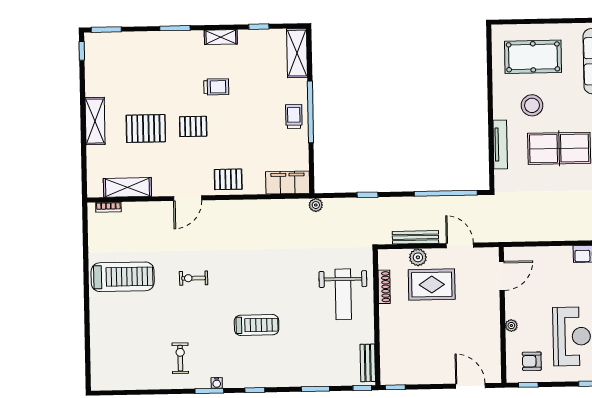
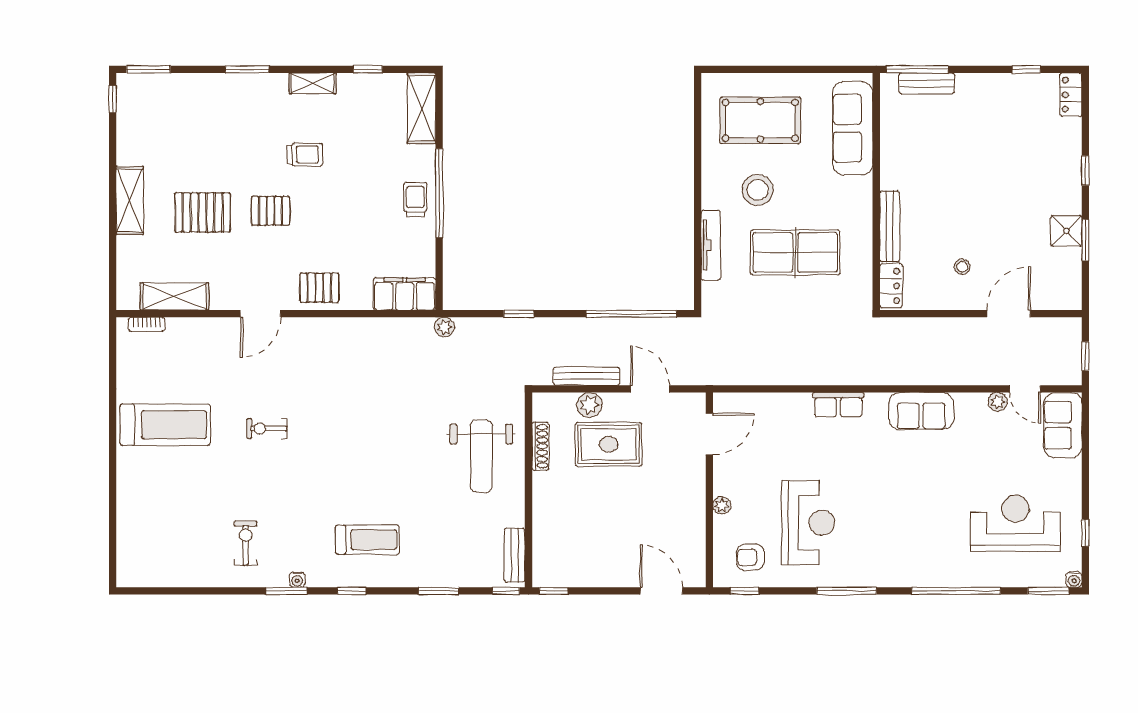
treadmill: (257, 325) -> (367, 540), moved

